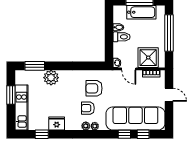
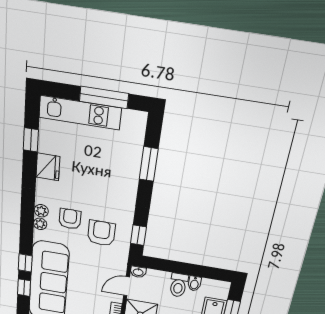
window: (35, 66) -> (149, 164), moved
window: (91, 66) -> (138, 235), added
plant: (51, 78) -> (127, 171), removed
window: (11, 95) -> (104, 97), width x1.44

